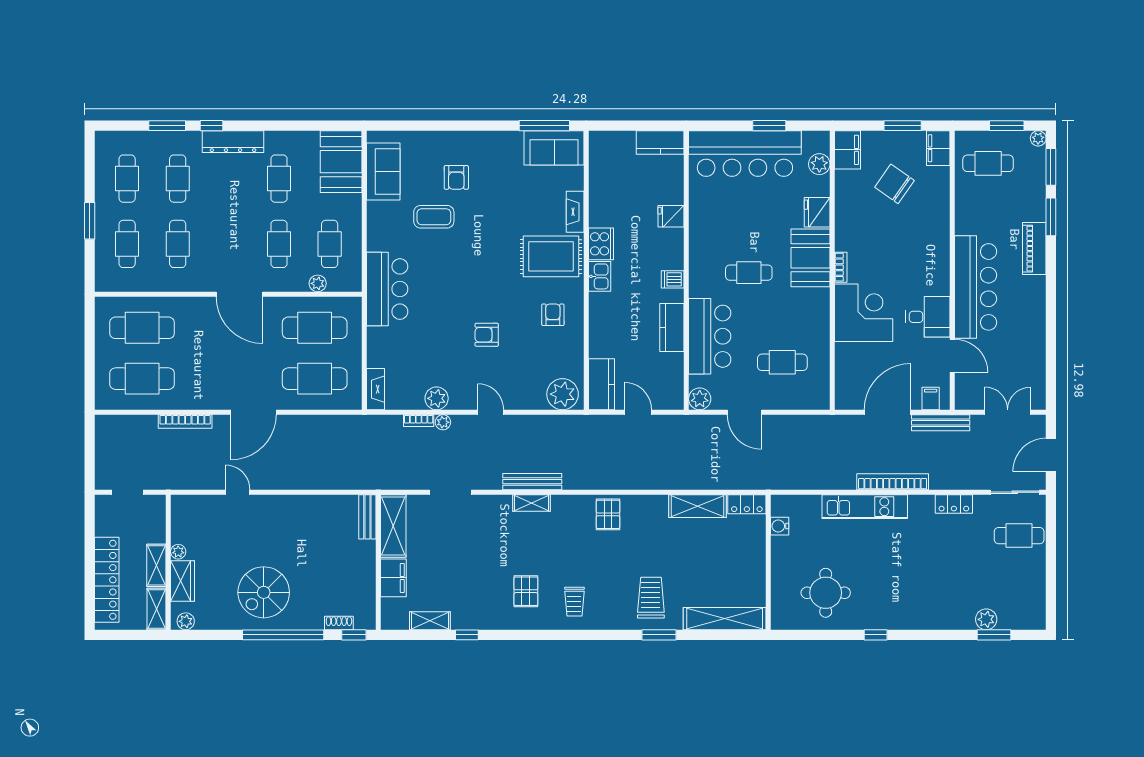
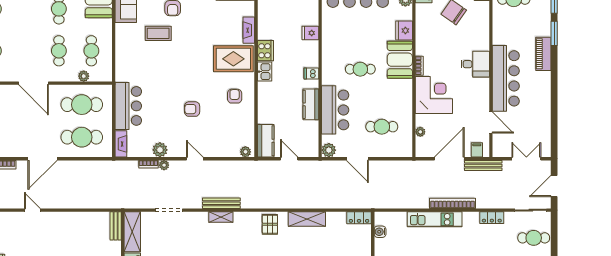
bar counter: (387, 289) -> (128, 106), moved
desk: (928, 317) -> (475, 64), moved
plant: (842, 370) -> (420, 132), added
plant: (563, 394) -> (245, 152), width x0.53, depth x0.53
shelving: (697, 506) -> (307, 219), moved

